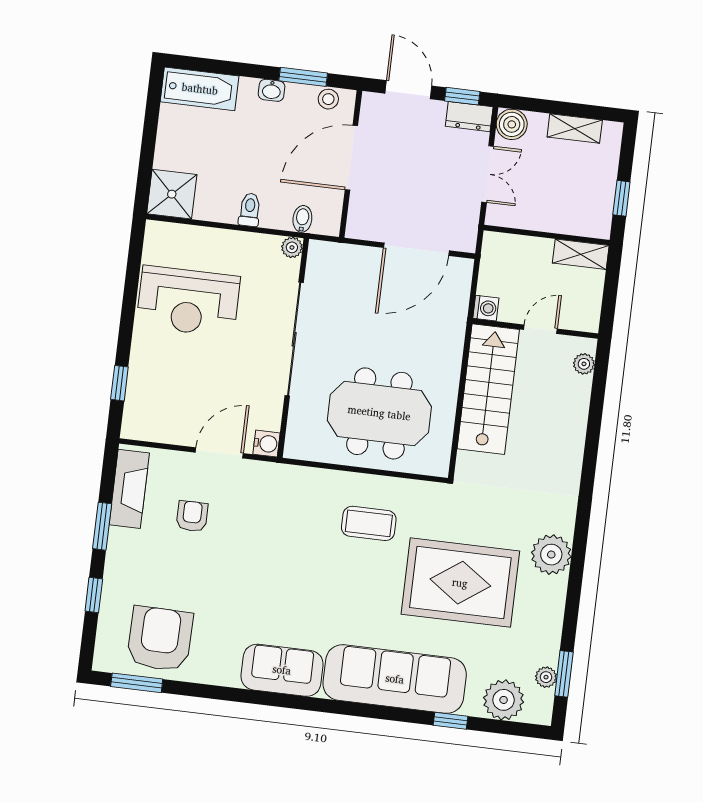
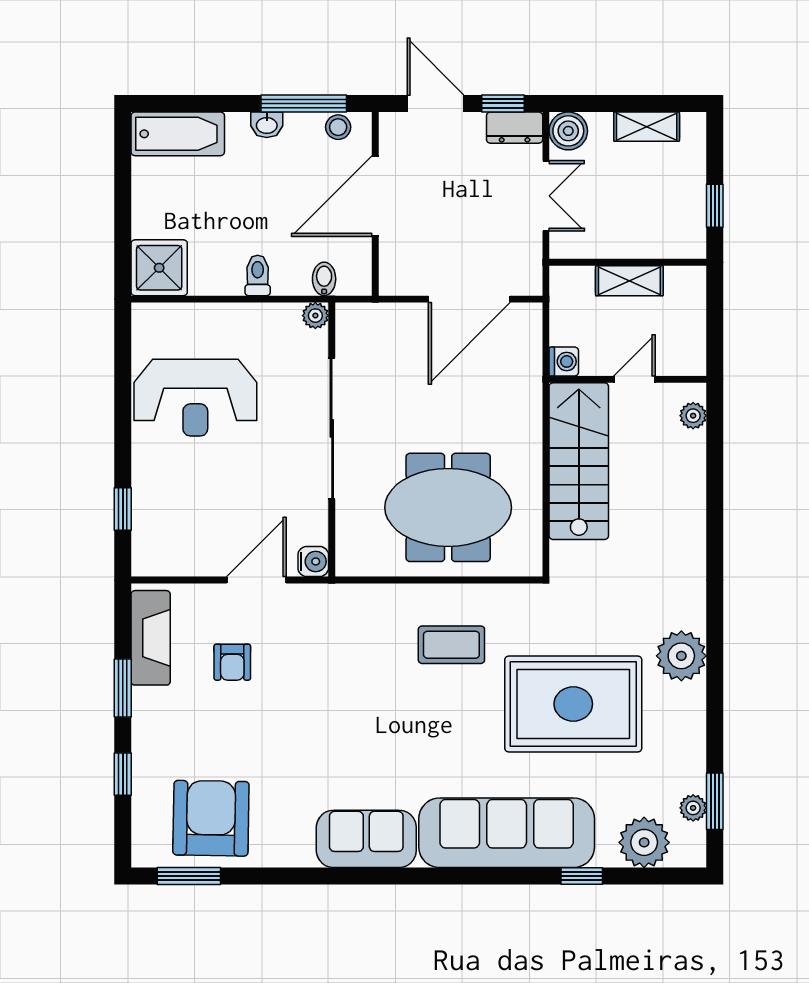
window: (303, 77) -> (304, 103), width x1.44
shelving: (581, 254) -> (629, 281), moved
armchair: (192, 516) -> (232, 662), turned 180

